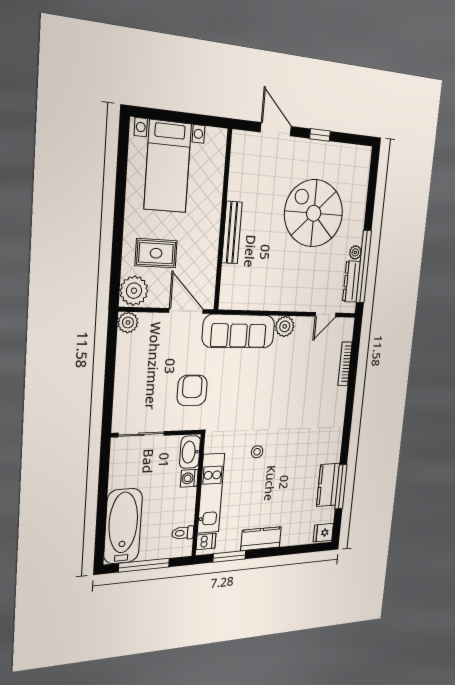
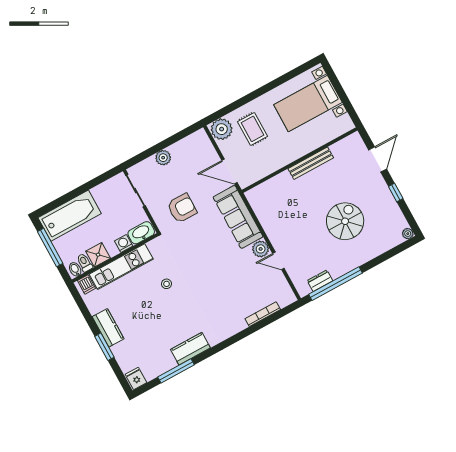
spiral stairs: (314, 213) -> (345, 221), width x0.73, depth x0.73
bench: (232, 233) -> (311, 163), moved
plant: (355, 252) -> (408, 234), moved
dresser: (351, 281) -> (320, 281), width x0.70
door: (186, 311) -> (229, 171), swing flipped
door: (325, 315) -> (278, 261), moved
plant: (128, 322) -> (163, 158), moved
kitchen counter: (328, 485) -> (190, 349), moved
shower: (184, 513) -> (98, 255), added
bidet: (183, 547) -> (75, 269), added
window: (229, 556) -> (104, 347), moved

